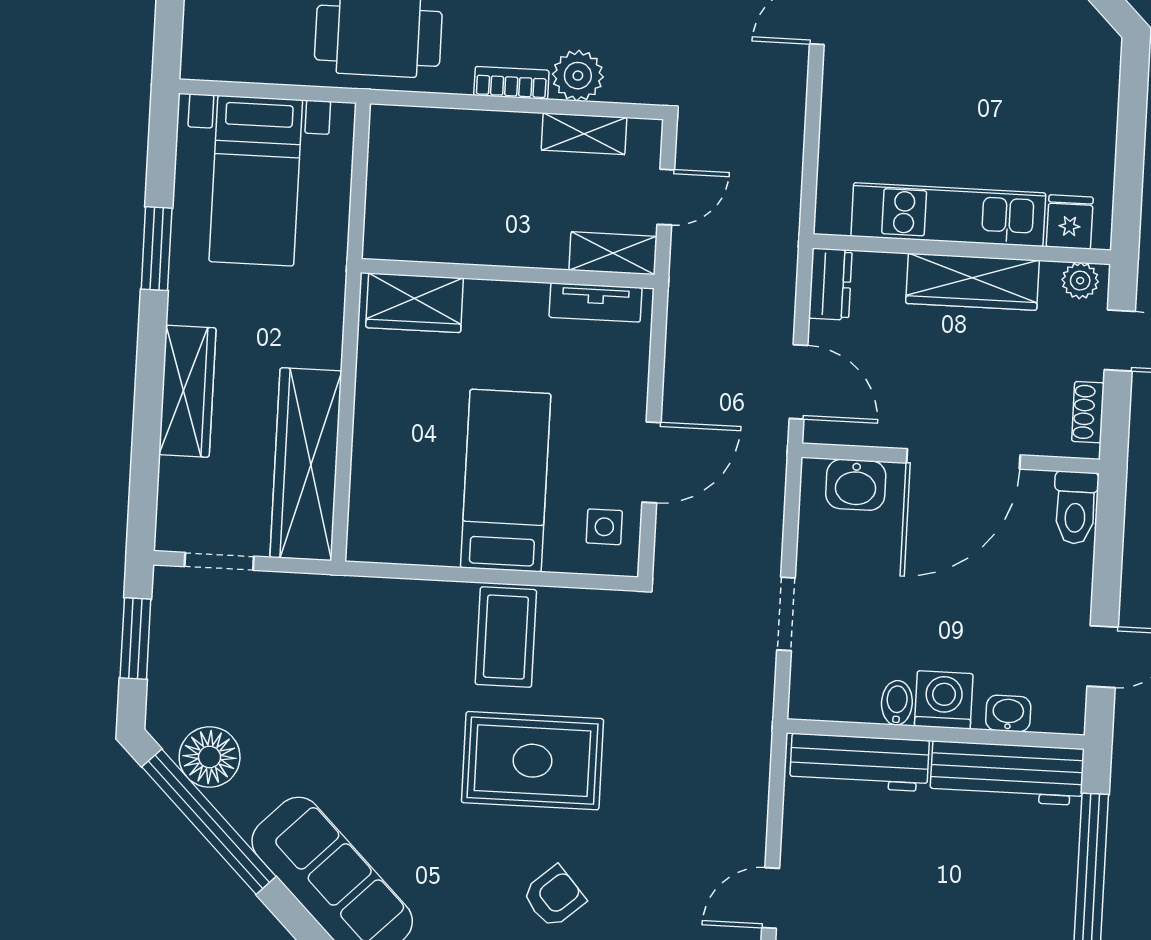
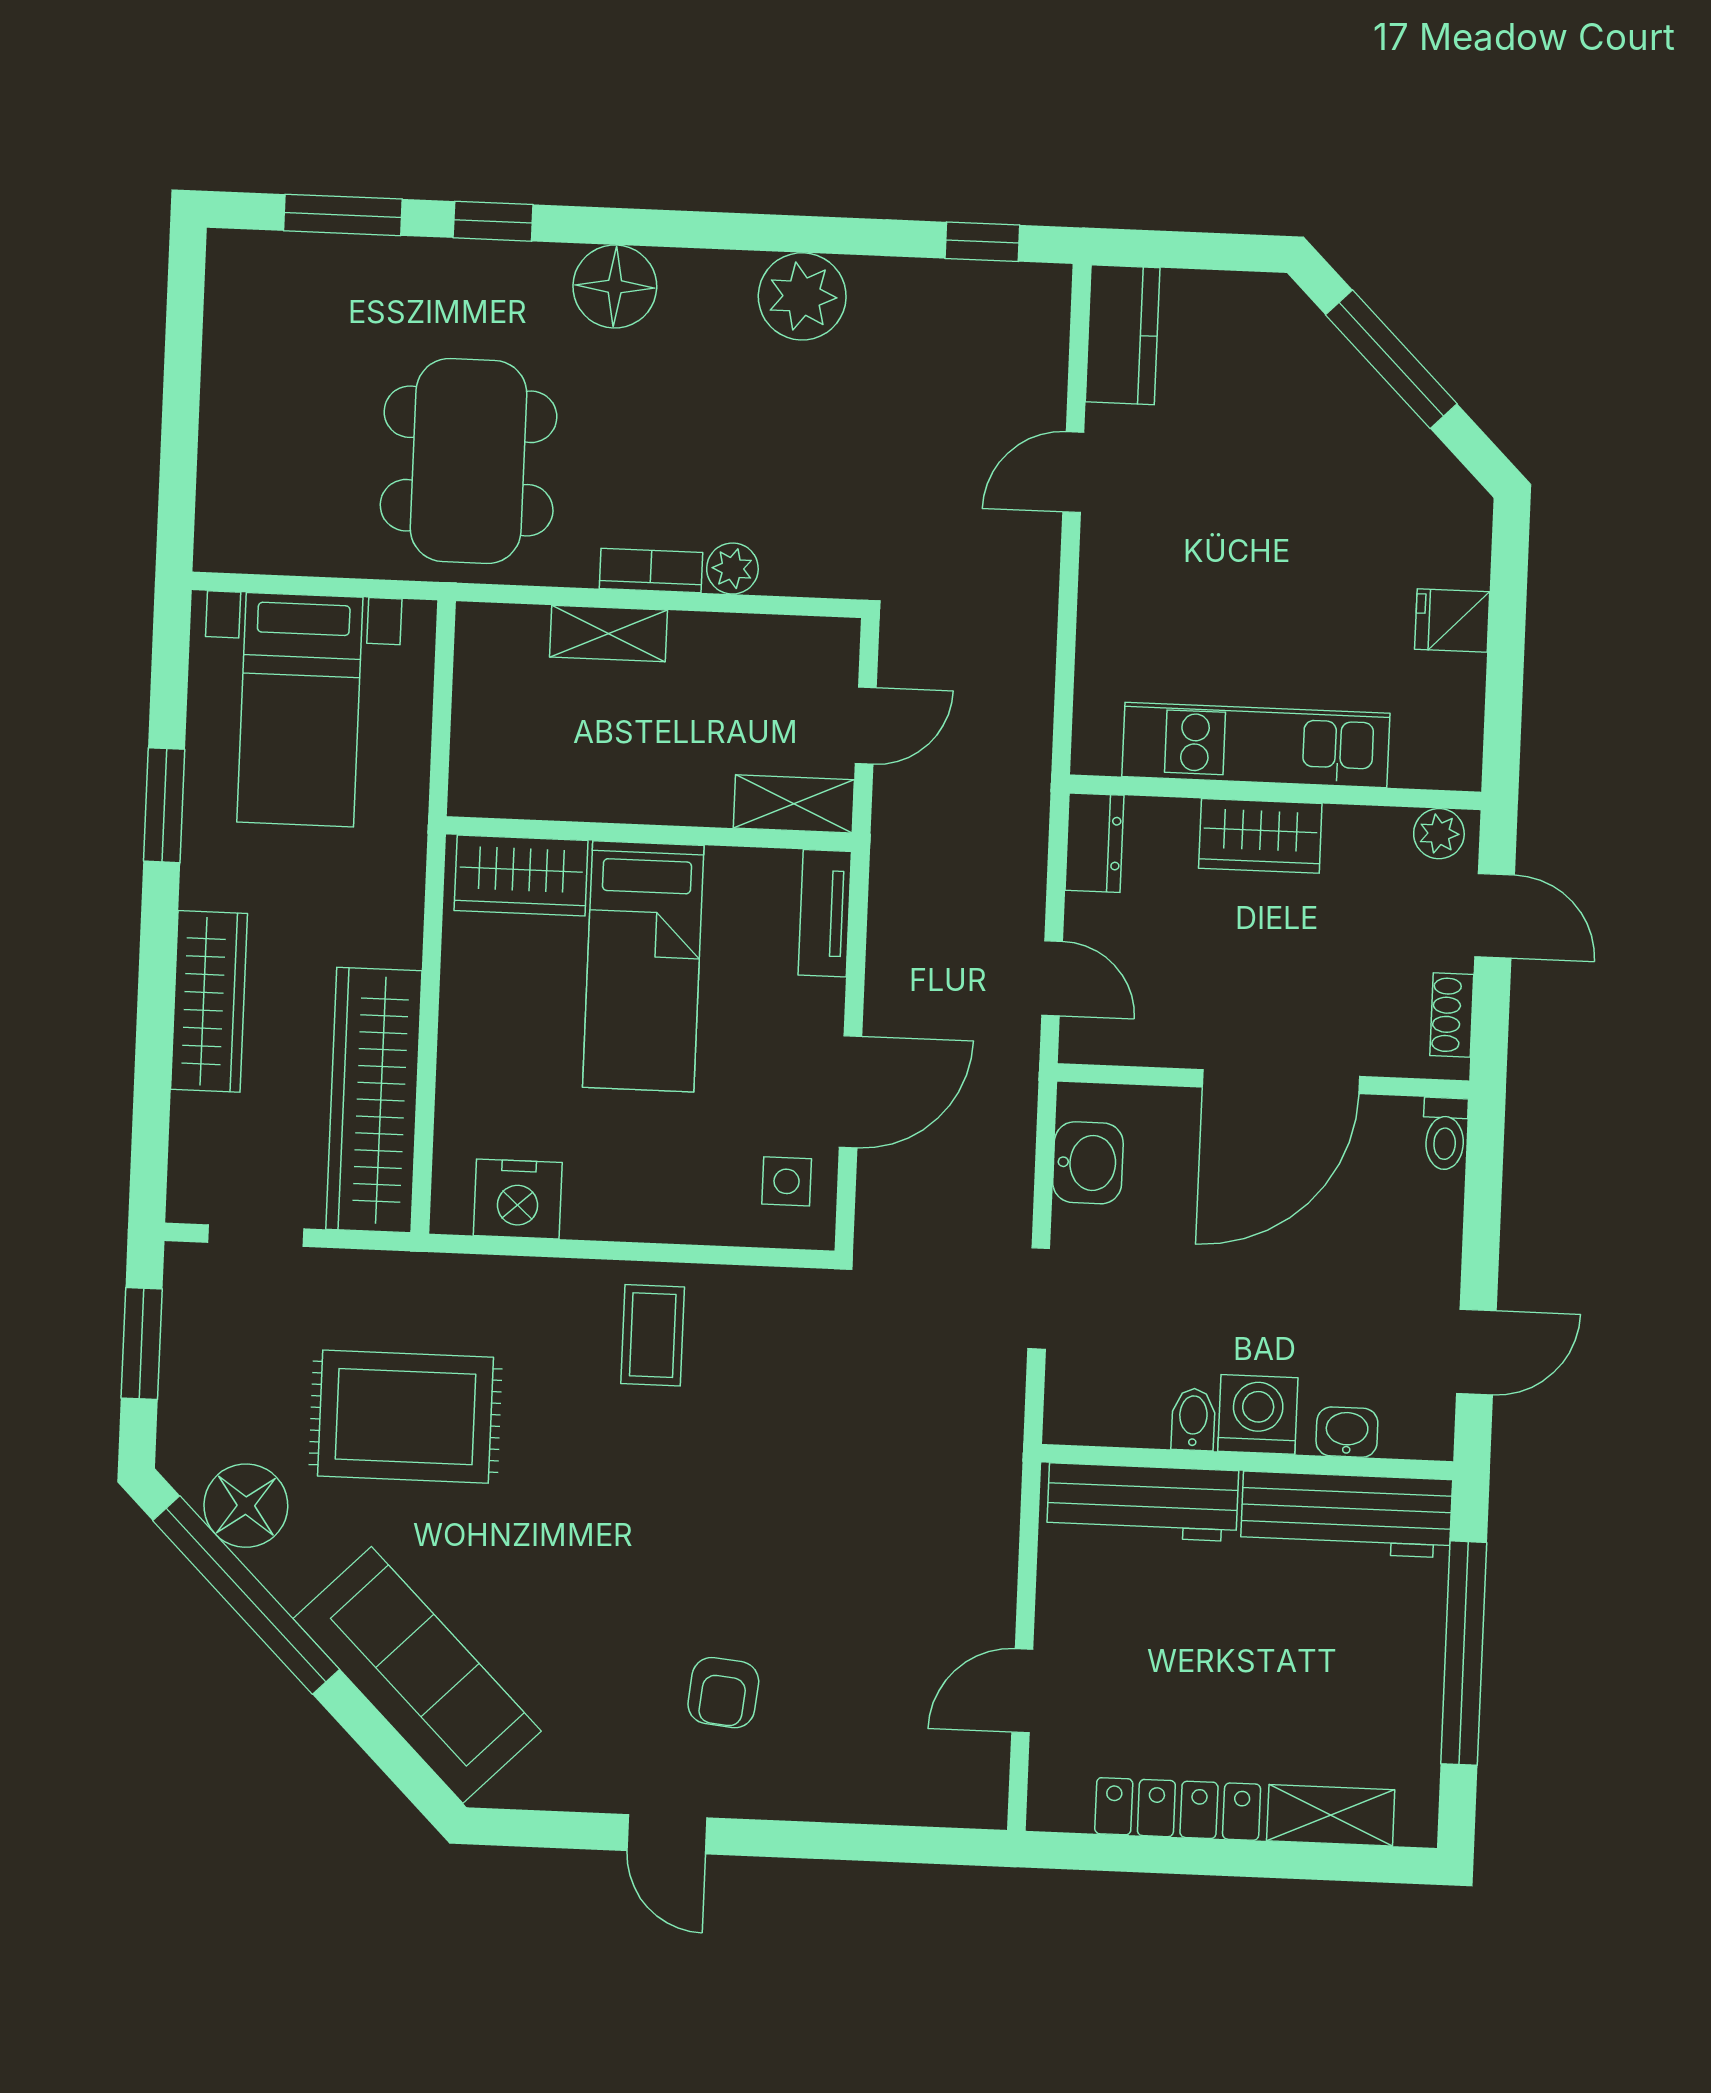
plant: (578, 76) -> (732, 569), width x0.73, depth x0.73
shelving: (584, 134) -> (608, 633), moved
fridge: (1070, 222) -> (1452, 621), moved, turned -90
wardrobe: (972, 282) -> (1260, 836), width x0.67
tv unit: (596, 303) -> (825, 913), moved, turned 90
door: (799, 382) -> (1052, 978), width x0.73
bed: (506, 481) -> (643, 966), moved, turned 180
washbasin: (856, 485) -> (1088, 1163), moved, turned -90
toilet: (1075, 508) -> (1445, 1134), width x0.73, depth x0.72
nightstand: (409, 537) -> (518, 1199), added
coffee table: (506, 637) -> (653, 1335), width x0.73, depth x0.77
rug: (532, 761) -> (405, 1417), moved
armchair: (554, 897) -> (723, 1693), turned 137

